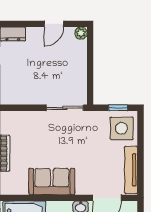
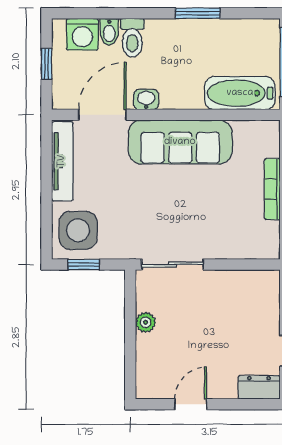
plant: (81, 33) -> (146, 322), moved
sofa: (52, 182) -> (180, 142), width x1.36

